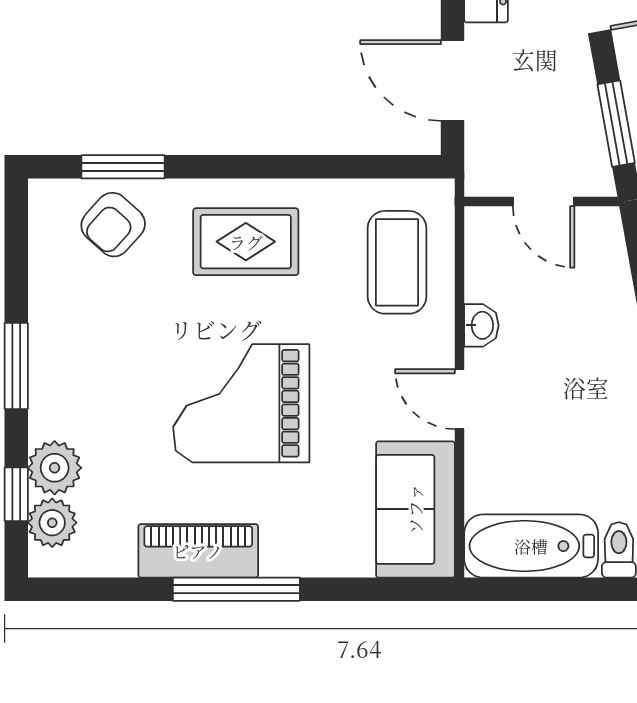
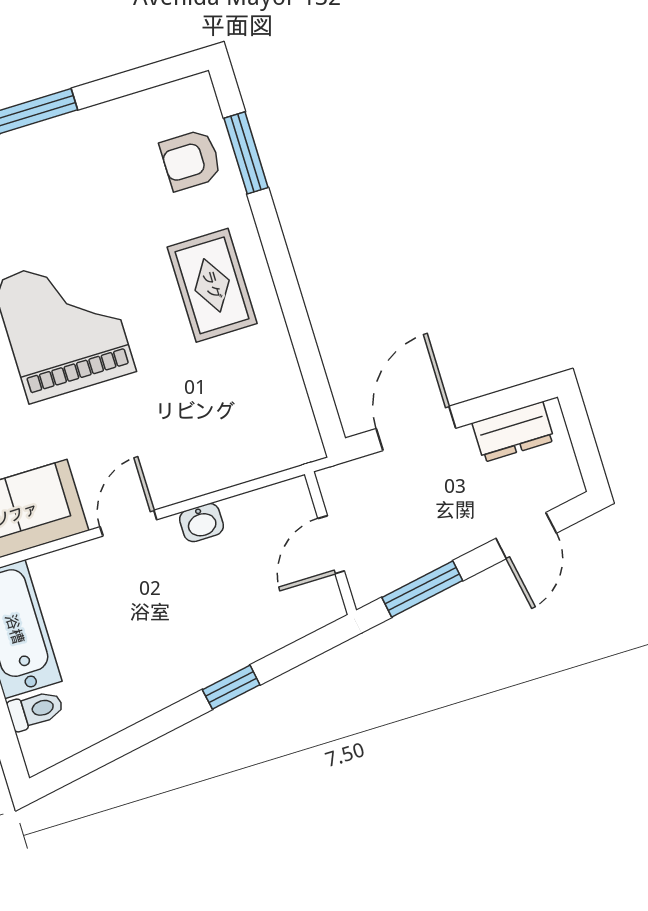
armchair: (113, 225) -> (191, 160), turned -42
coffee table: (397, 262) -> (235, 428), removed

